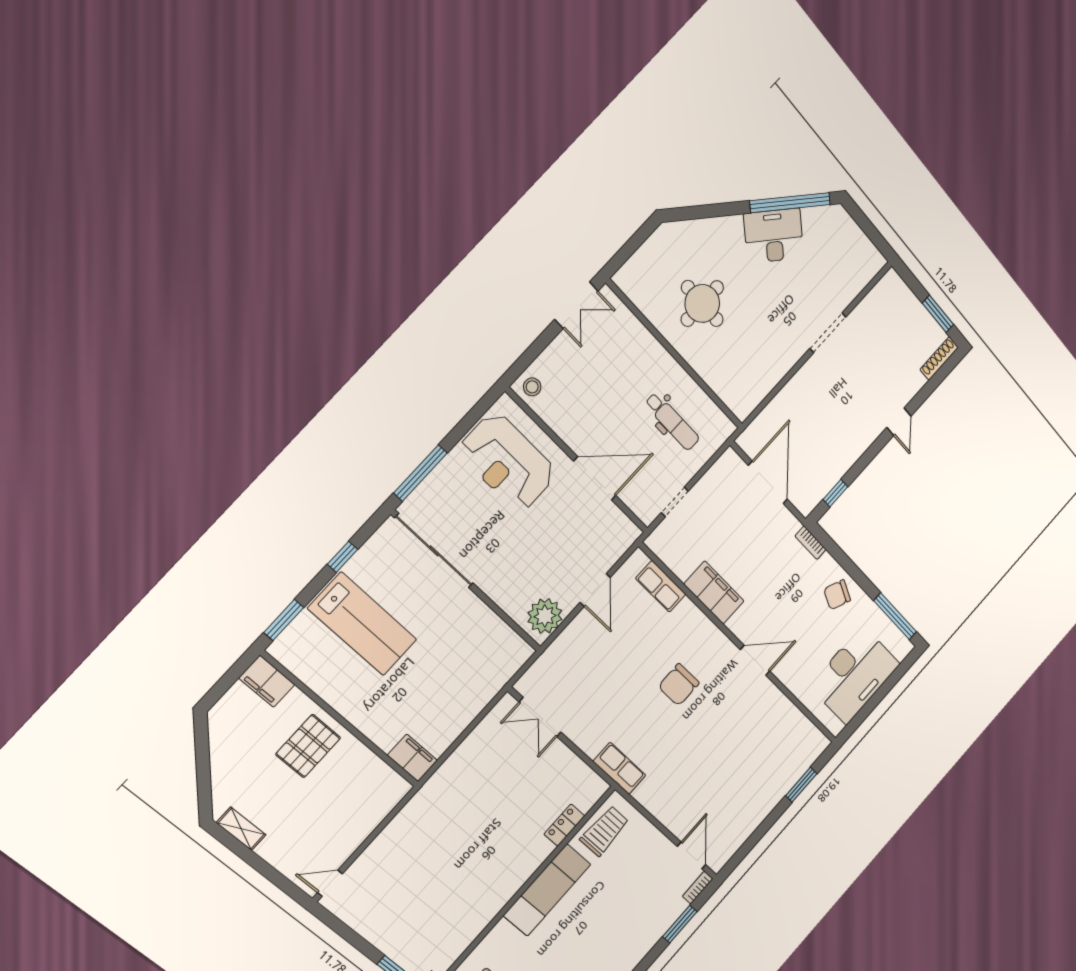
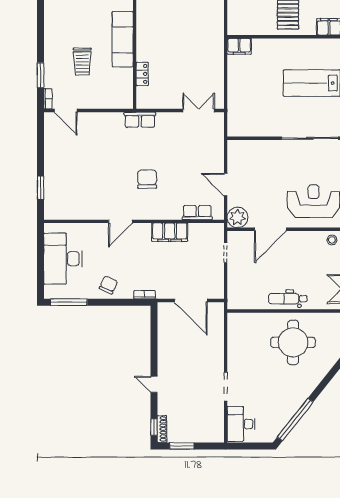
desk: (774, 236) -> (241, 424), moved, turned 142
round table: (702, 304) -> (293, 342), width x1.36, depth x1.36
dental chair: (672, 421) -> (288, 299), moved
window: (835, 493) -> (154, 427), moved
plant: (545, 616) -> (238, 217), moved
trolley: (604, 831) -> (82, 62), moved

